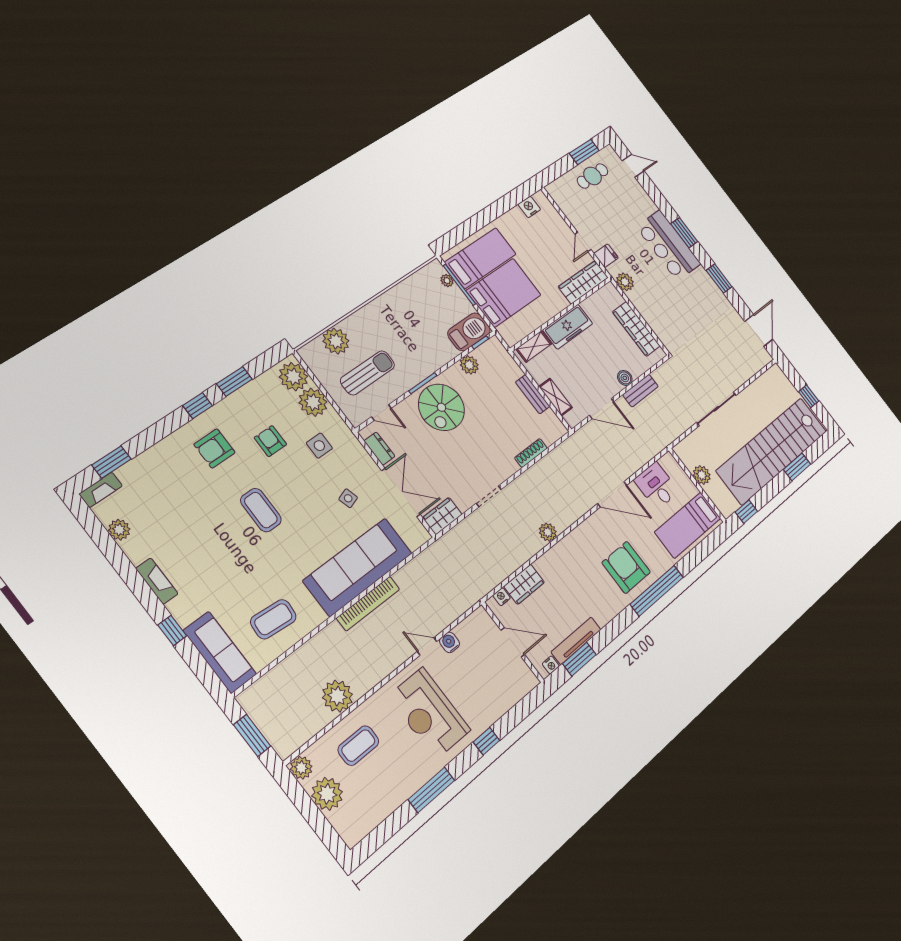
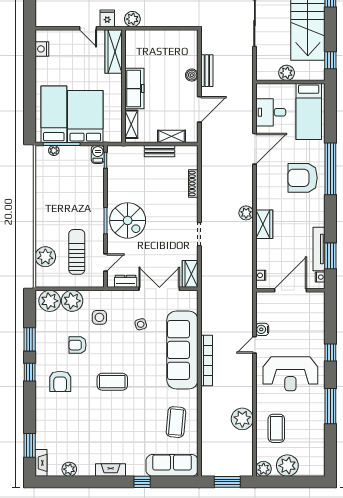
wardrobe: (636, 329) -> (167, 38), removed
barbecue: (469, 332) -> (98, 154), width x0.53, depth x0.65
plant: (469, 365) -> (114, 180), removed
wardrobe: (524, 584) -> (264, 224), moved
door: (513, 642) -> (290, 290), width x1.36

